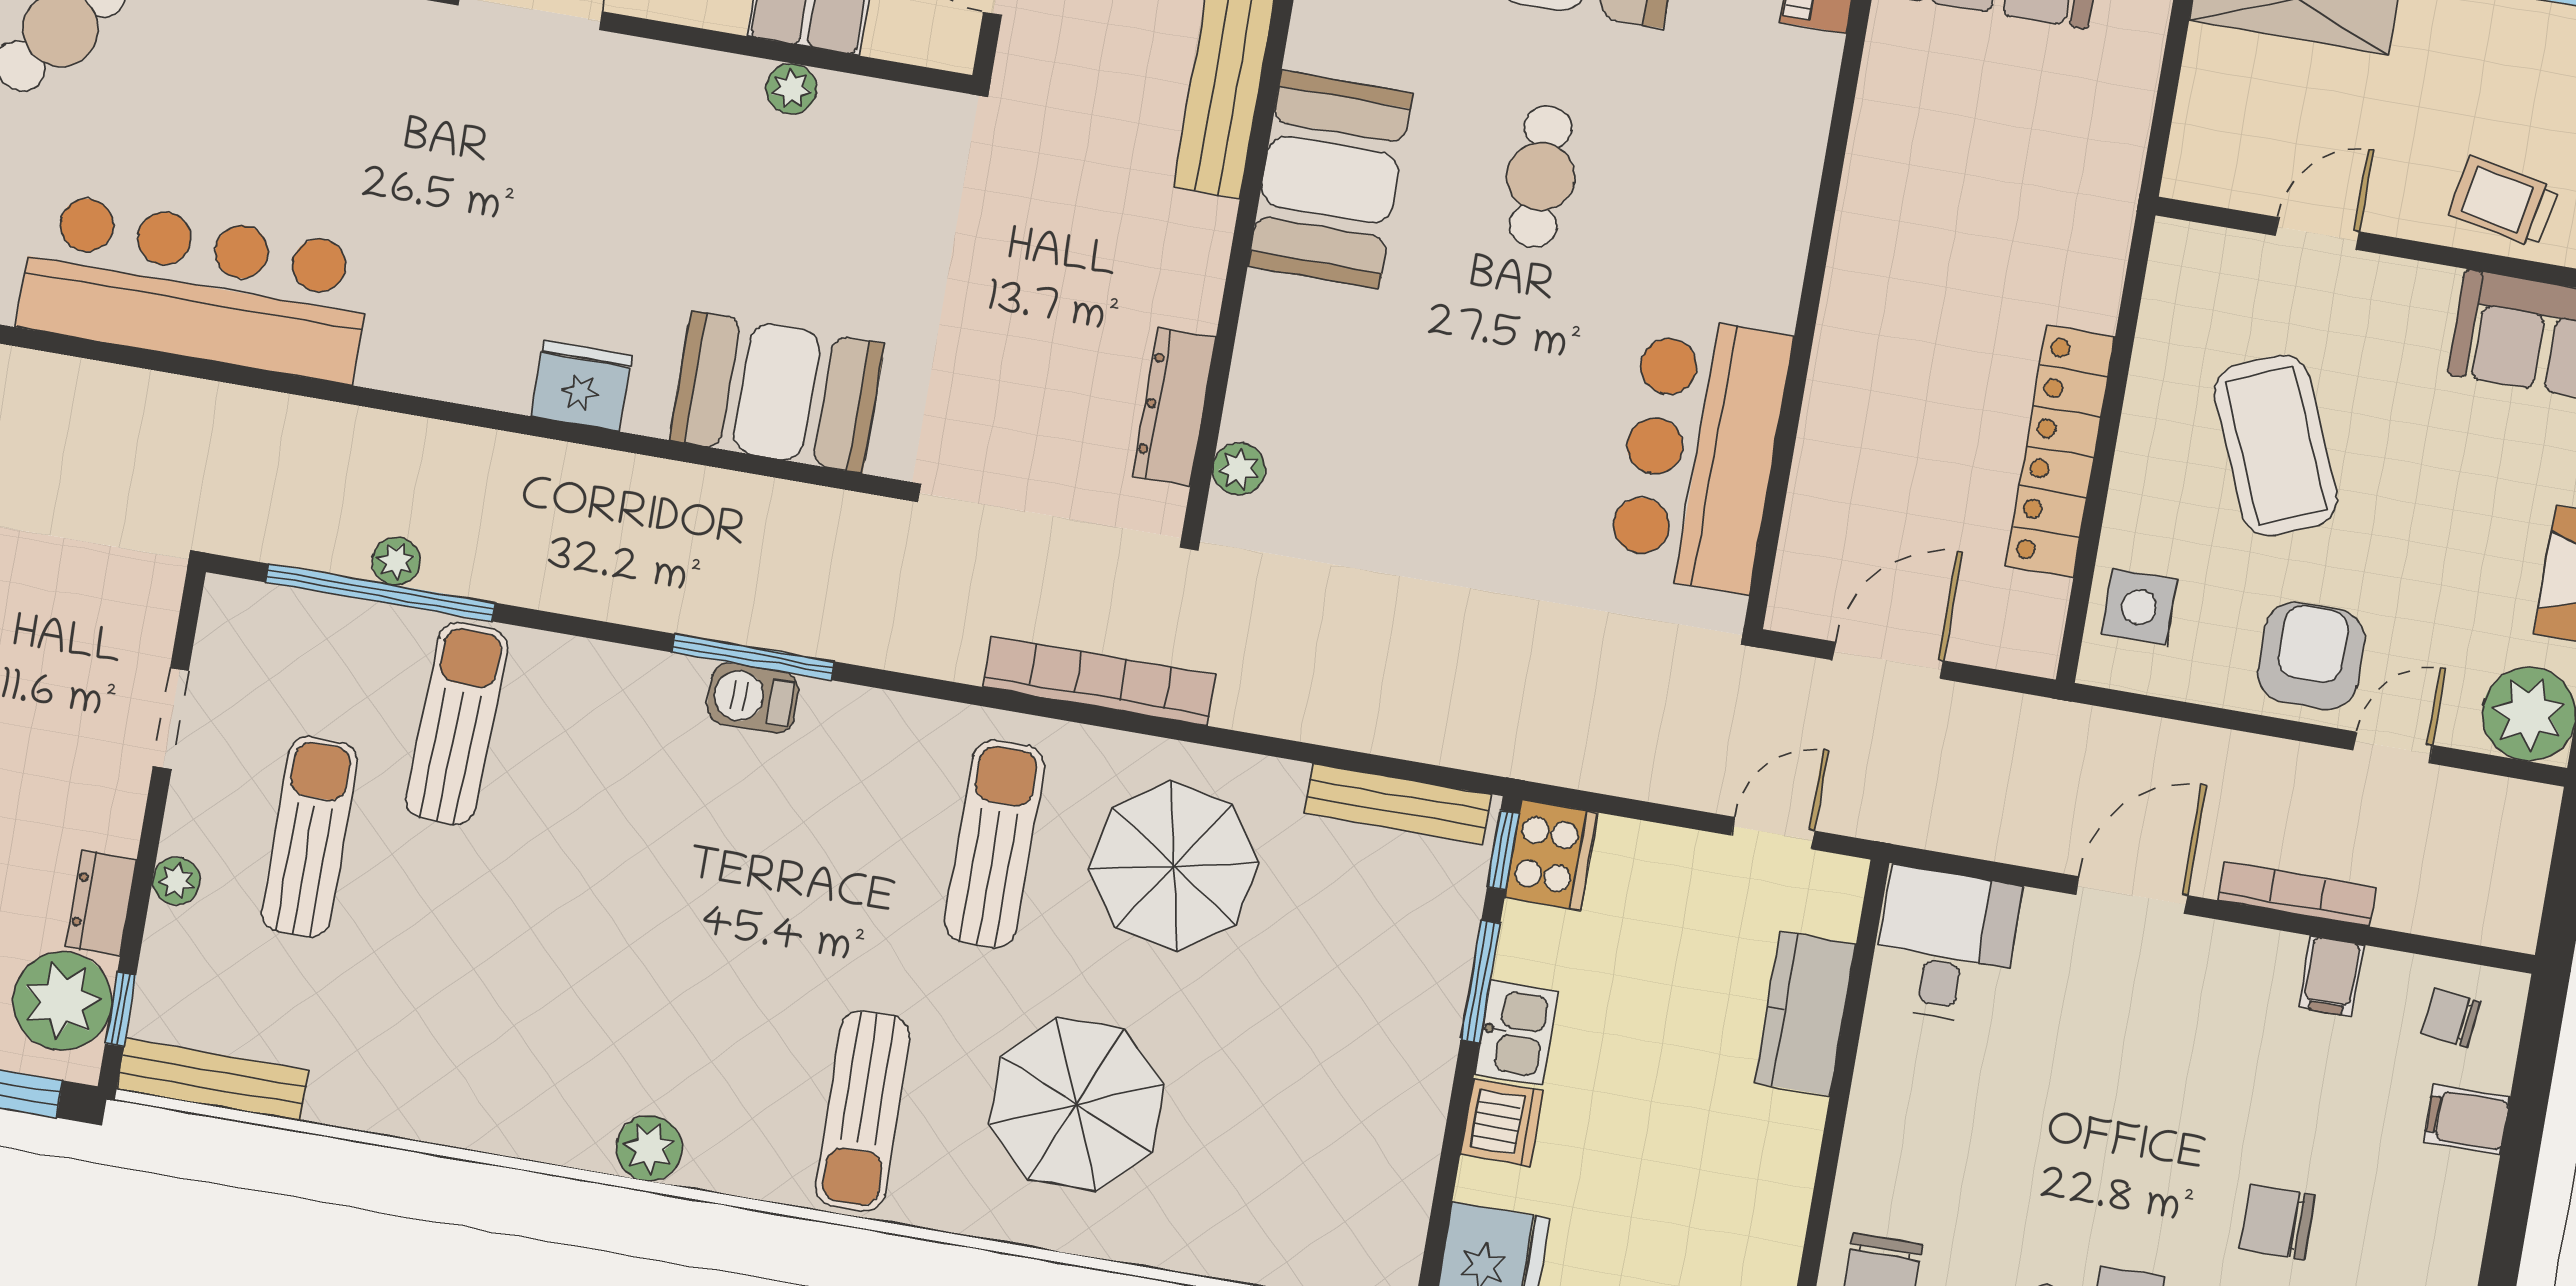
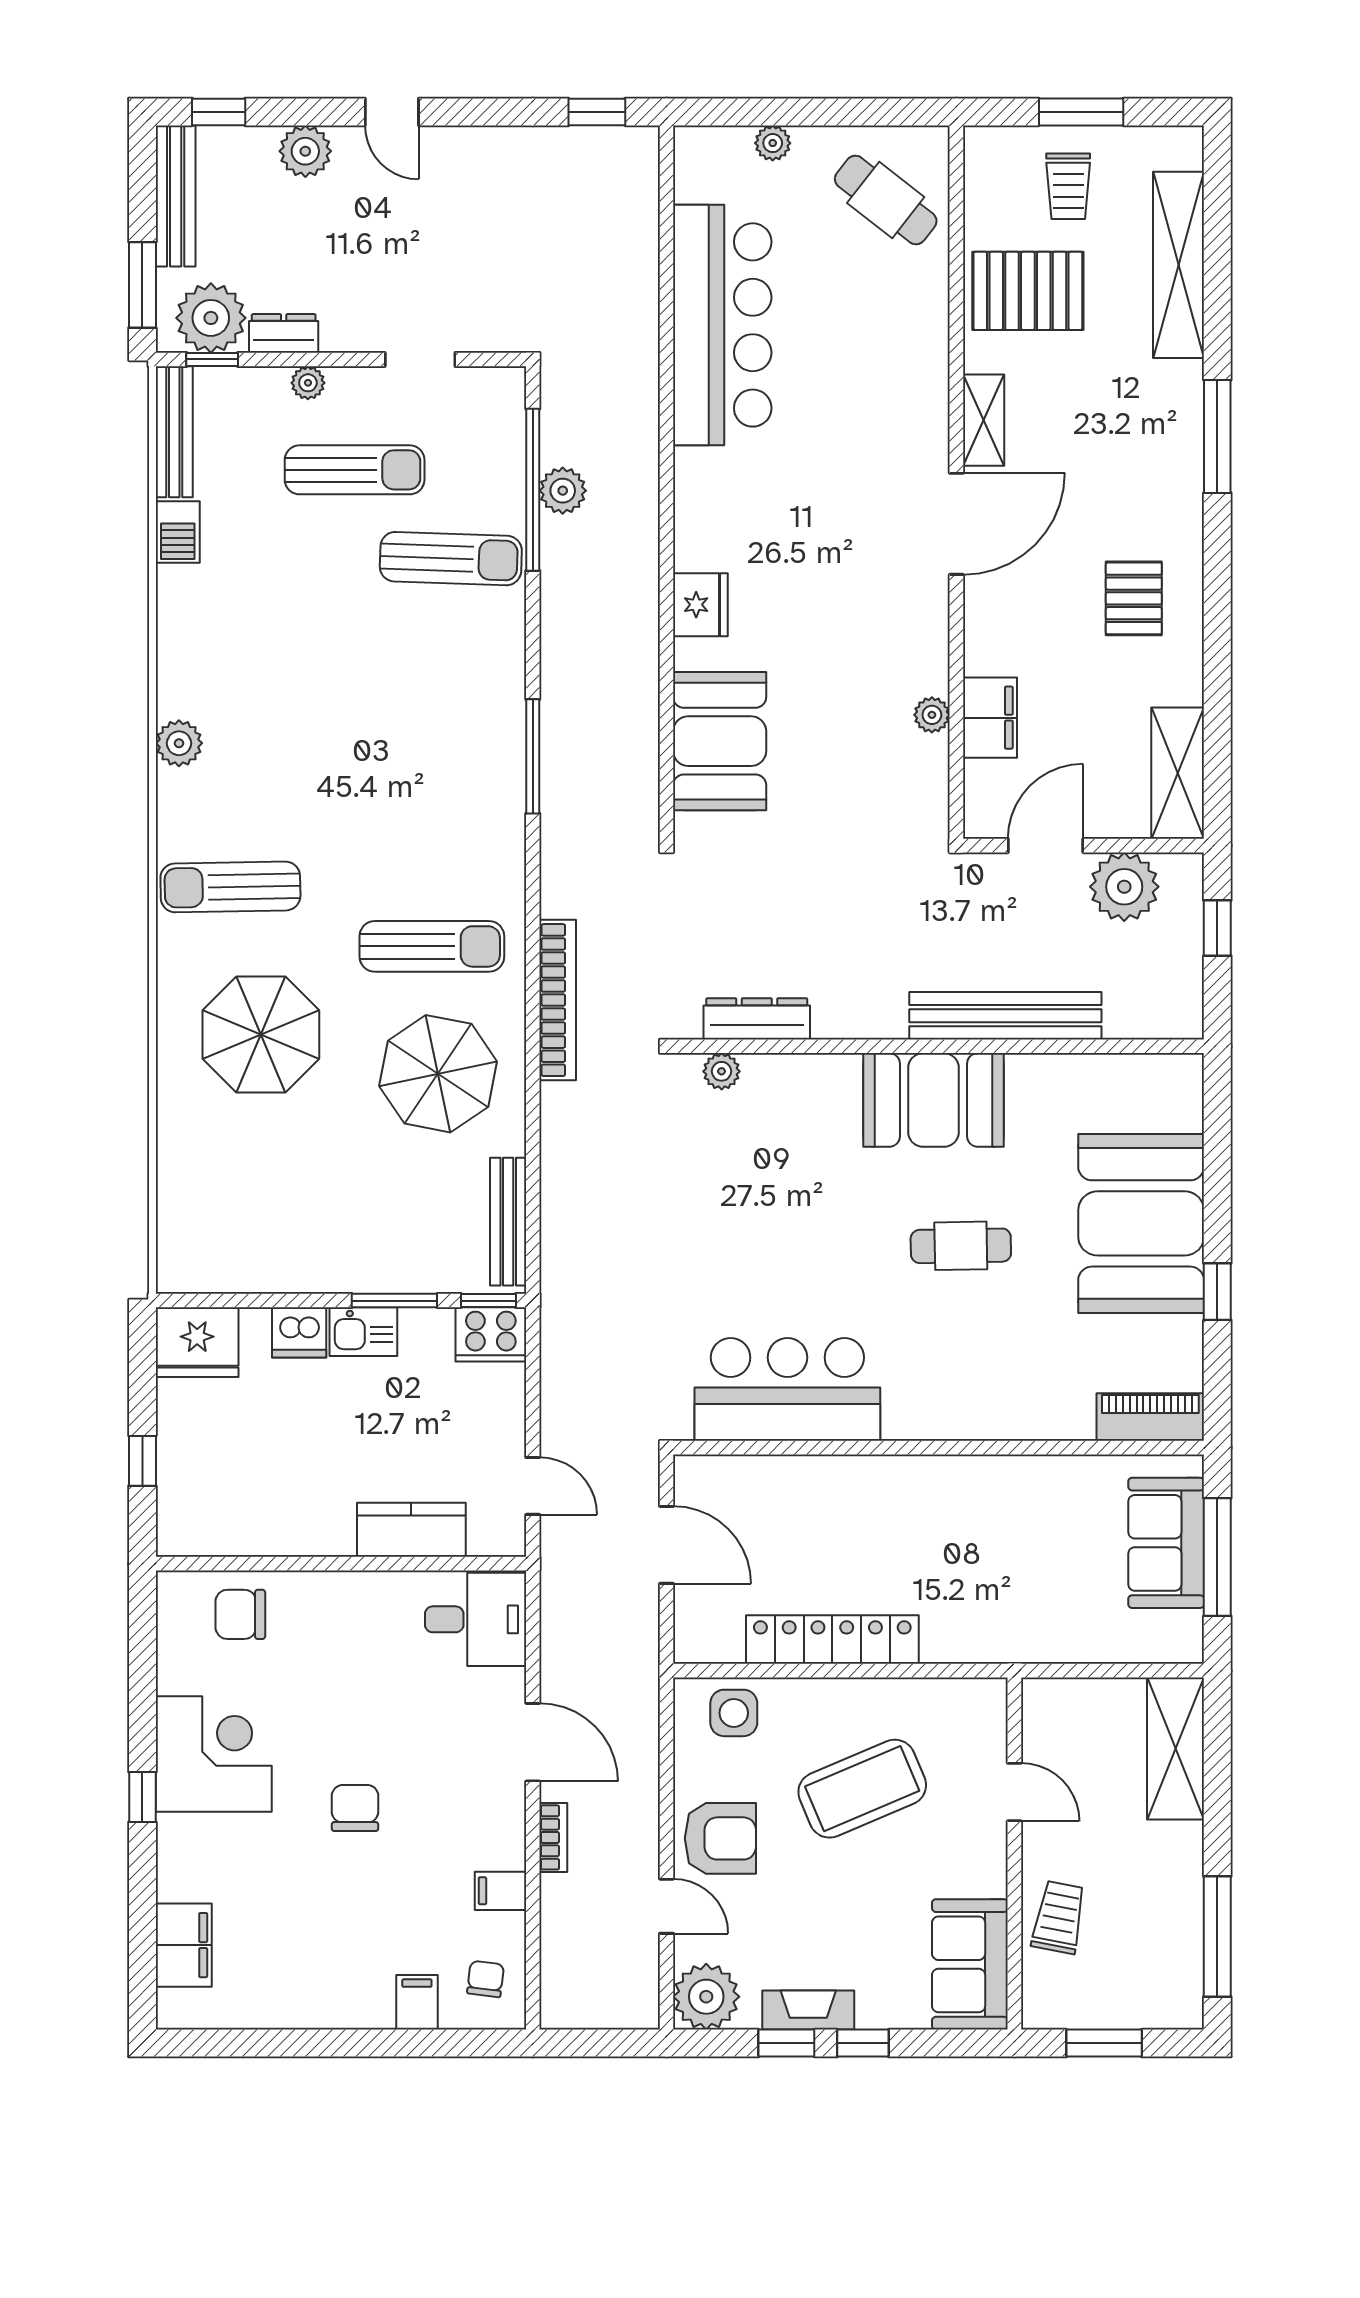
plant: (396, 561) -> (563, 491), width x1.38, depth x1.38
barbecue: (753, 698) -> (178, 532), moved, turned 180
bookcase: (2297, 894) -> (553, 1837), width x0.64
chair: (2277, 1222) -> (355, 1808), moved

